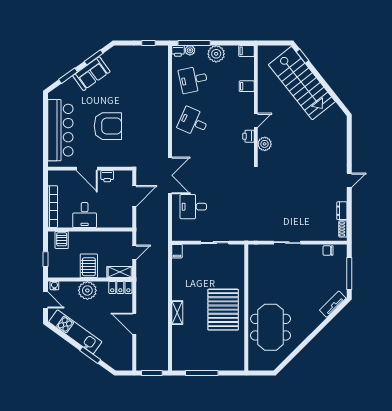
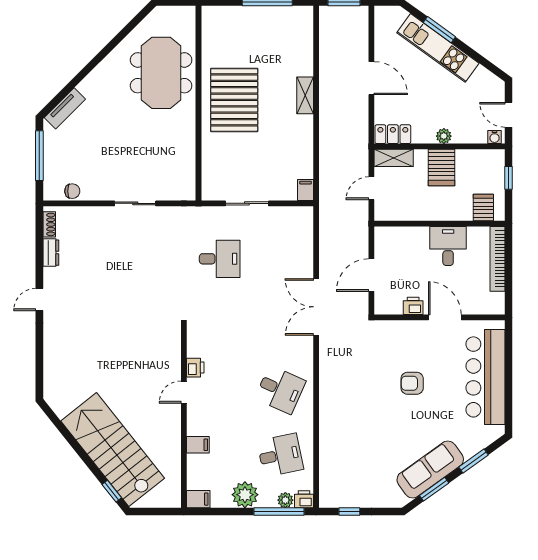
sofa: (91, 74) -> (430, 469), width x1.36
armchair: (108, 126) -> (412, 383), width x0.53, depth x0.53
plant: (265, 144) -> (170, 356), removed
desk: (193, 207) -> (220, 259), moved
plant: (87, 290) -> (444, 136), width x0.53, depth x0.53
kitchen unit: (75, 332) -> (438, 48), moved

